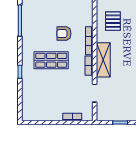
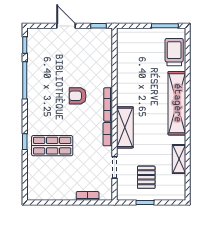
pallet: (113, 21) -> (146, 177), moved
shop shelf: (51, 60) -> (52, 146), moved

